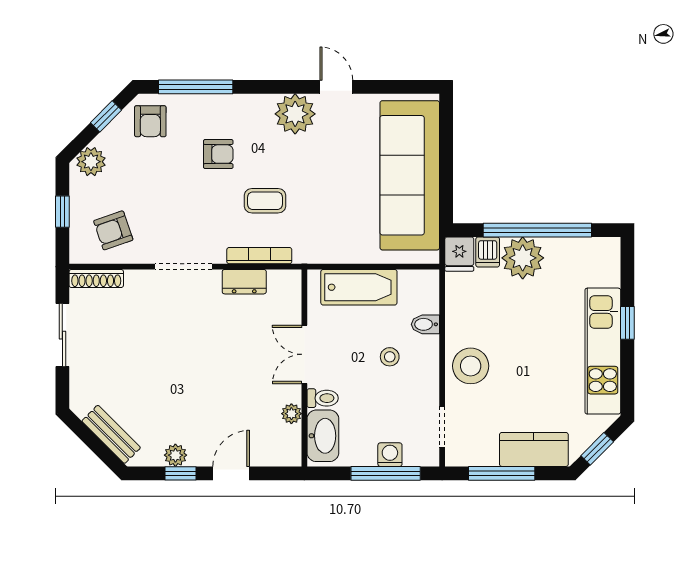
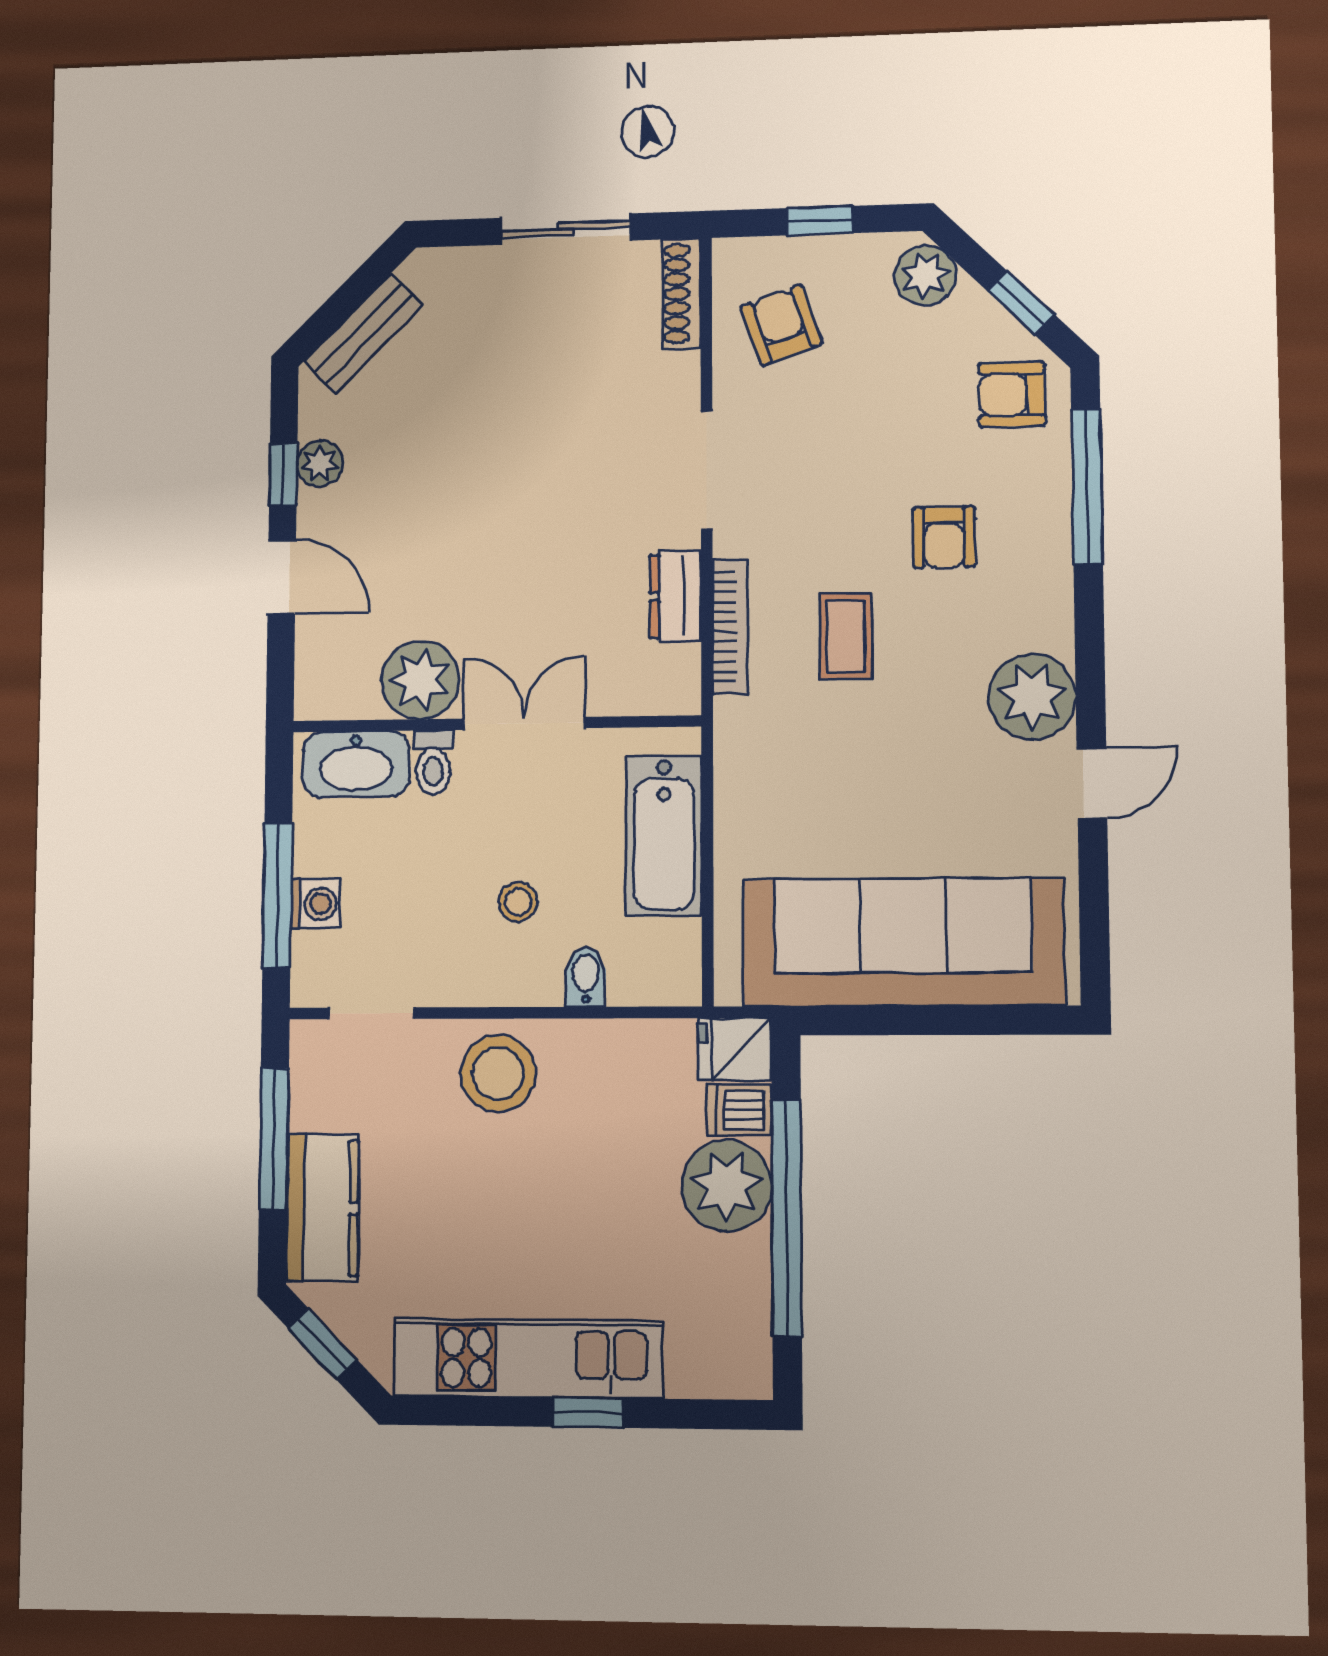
plant: (291, 414) -> (420, 680), width x1.88, depth x1.88

